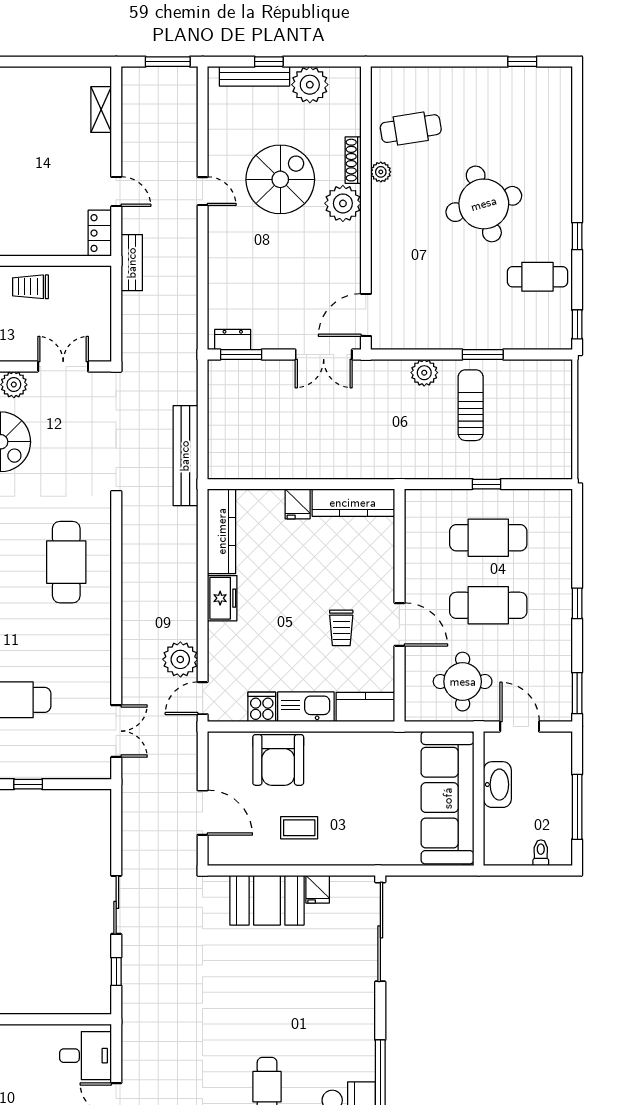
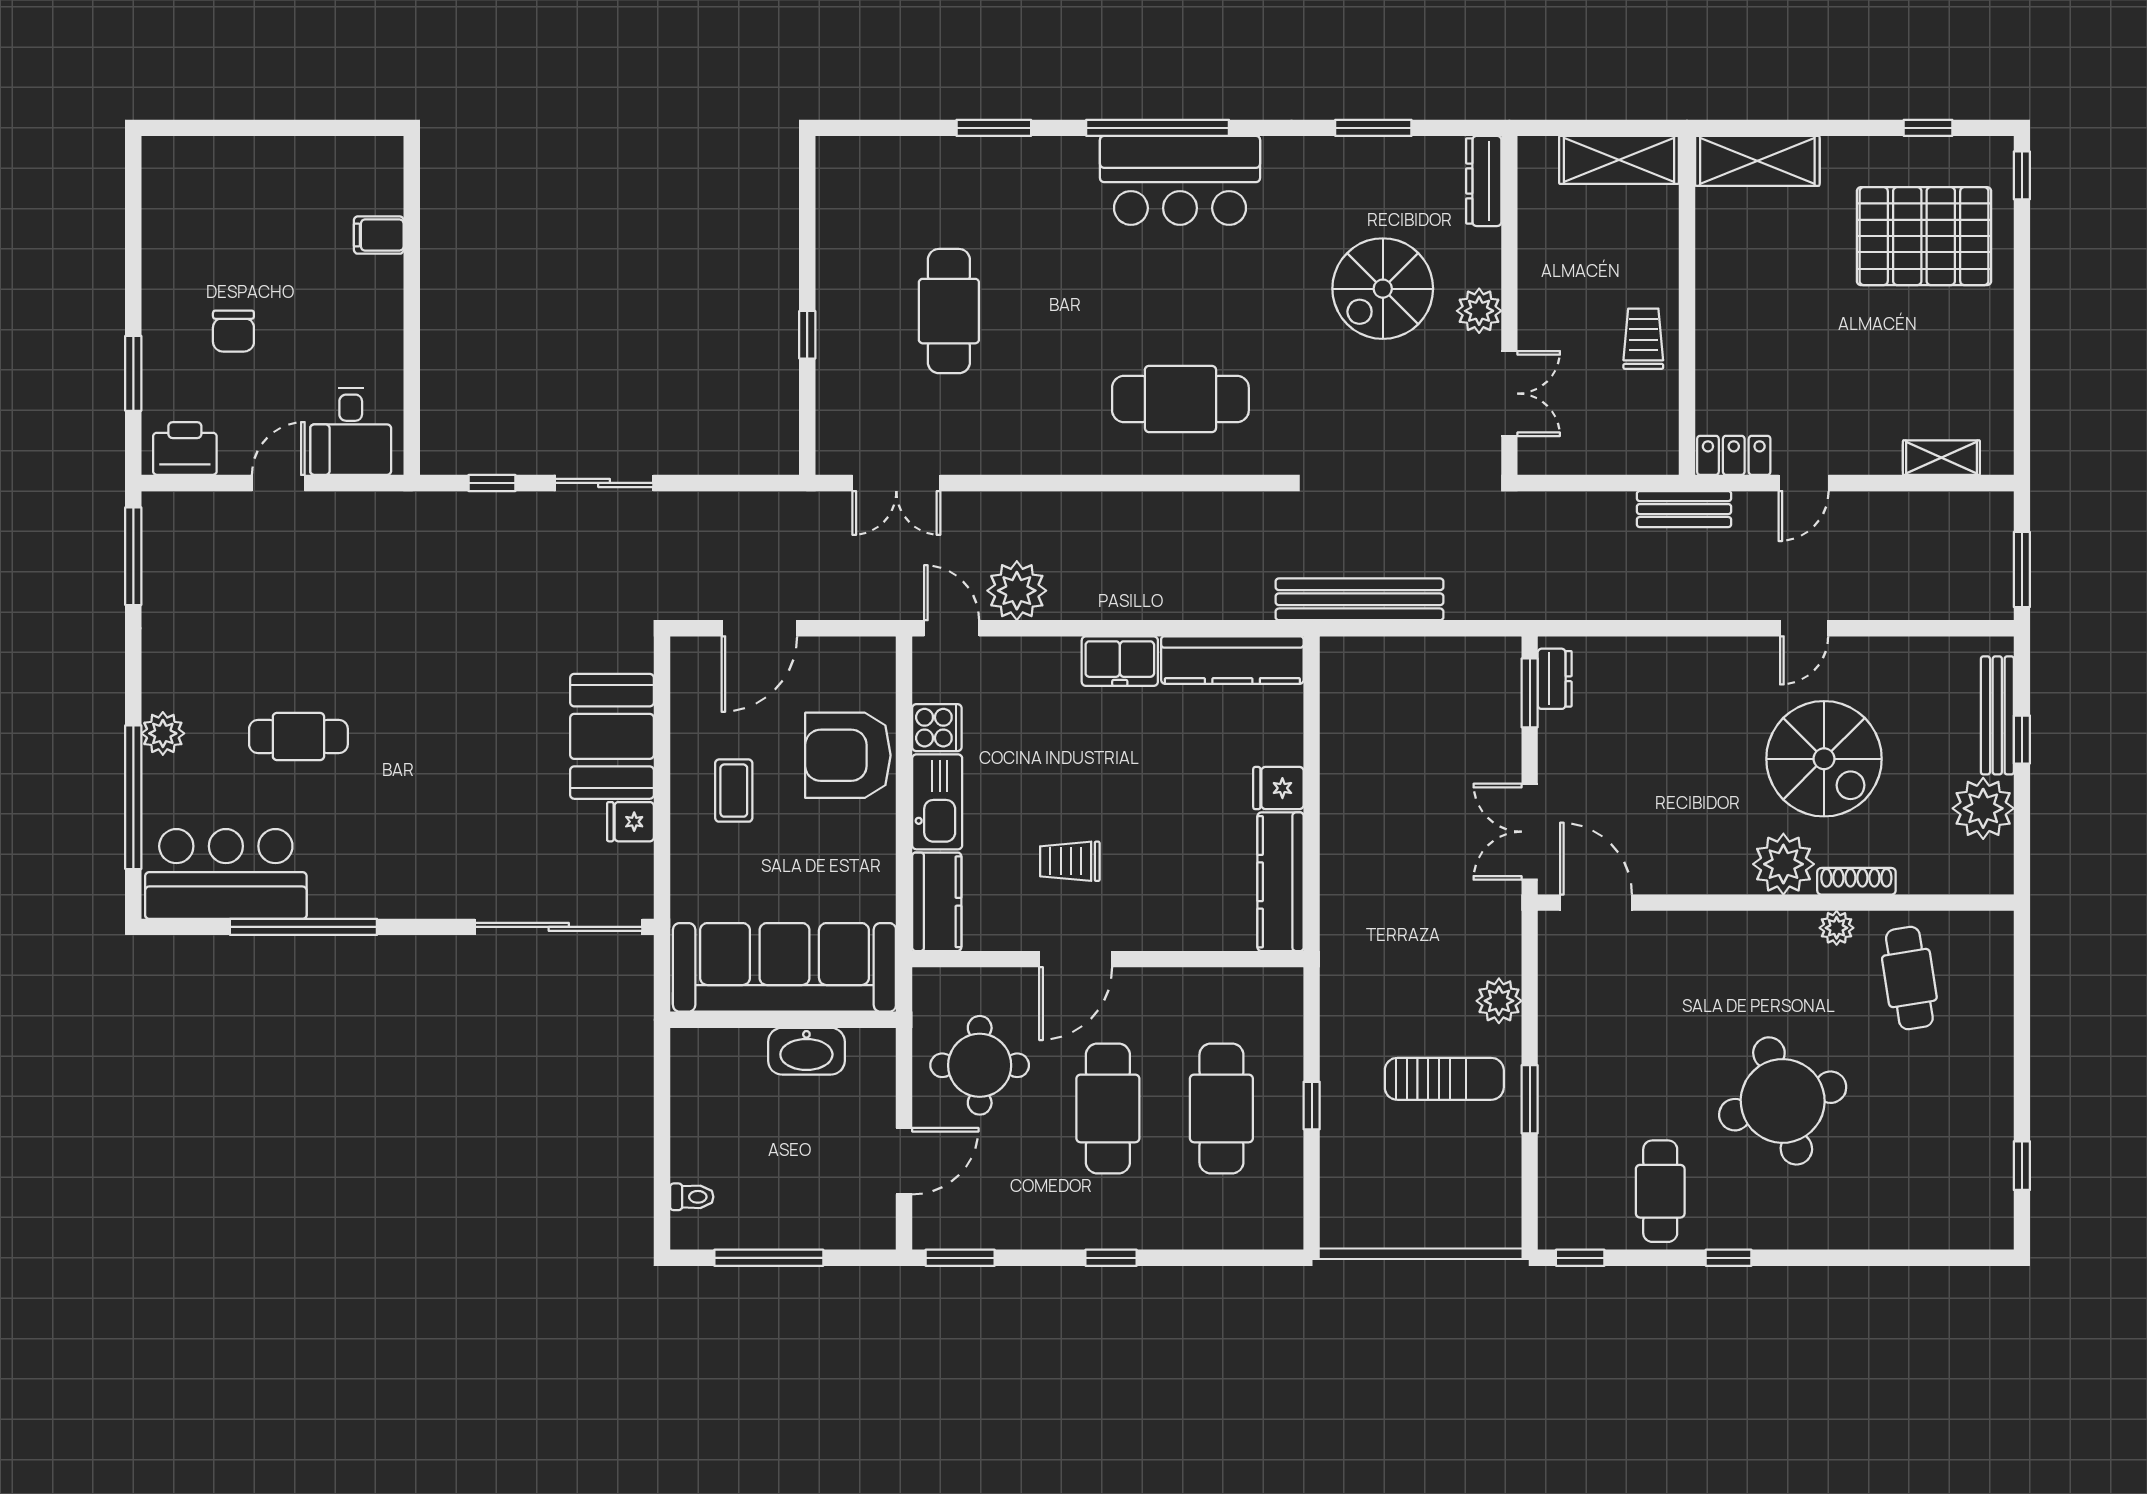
washbasin: (497, 785) -> (806, 1051), moved
sofa: (448, 798) -> (784, 967), moved
wall: (479, 798) -> (783, 1020), moved

